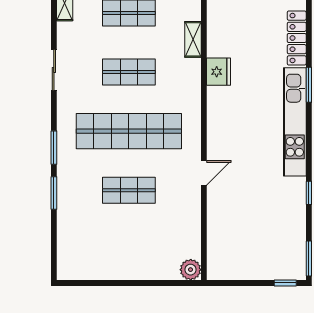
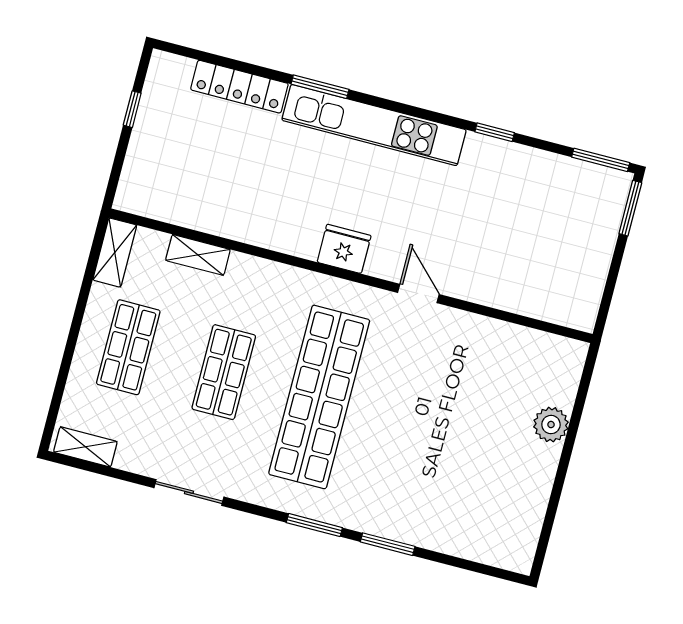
fridge: (219, 72) -> (344, 249), moved
shop shelf: (129, 190) -> (415, 422), removed
plant: (191, 270) -> (551, 425), moved
window: (285, 283) -> (630, 208), width x1.50

